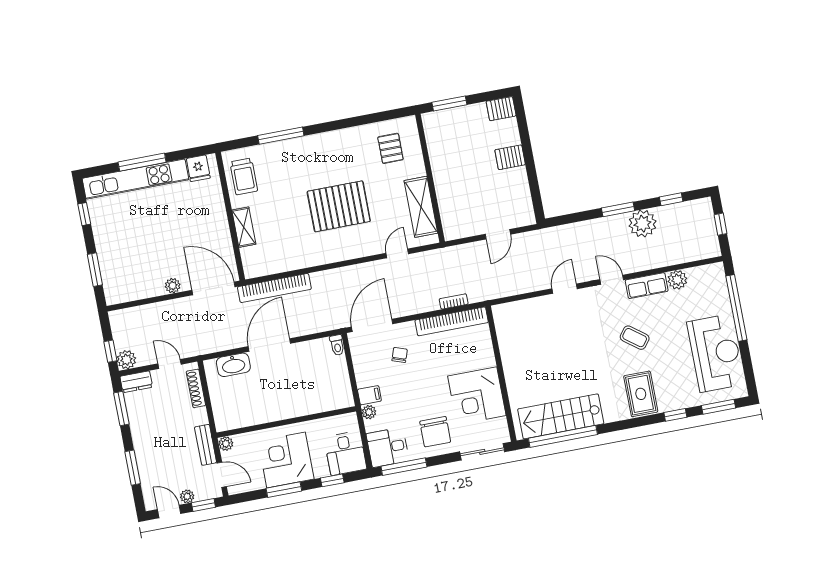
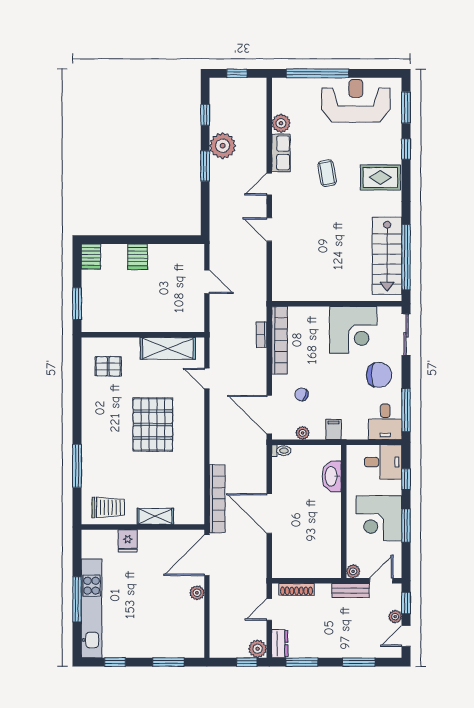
fridge: (198, 168) -> (128, 541), moved, turned 90
coffee table: (635, 338) -> (327, 173), turned -47
washbasin: (233, 365) -> (332, 476), moved, turned 180
plant: (369, 412) -> (303, 433), moved

